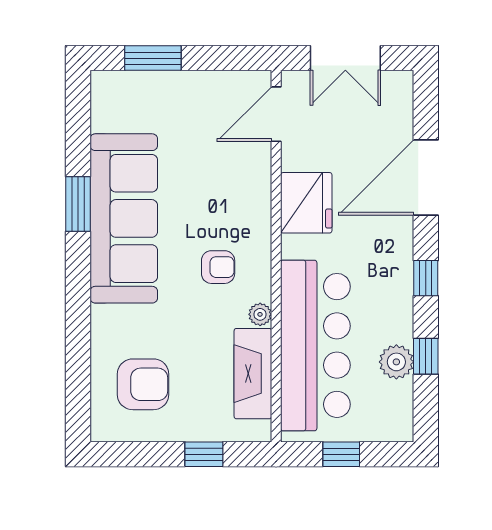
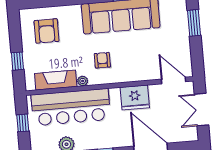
armchair: (218, 267) -> (102, 60), turned 180

